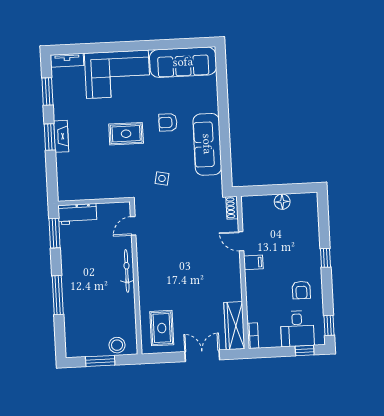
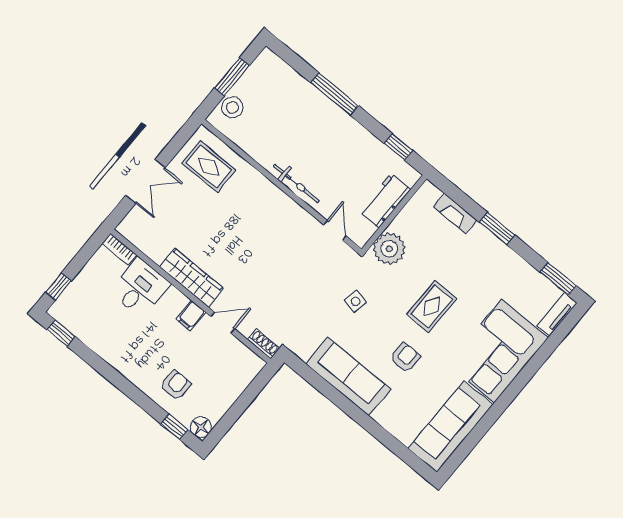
window: (47, 91) -> (558, 279), moved
fireplace: (61, 136) -> (455, 213), moved
plant: (116, 186) -> (389, 249), added
floor lamp: (282, 202) -> (201, 427), moved
workbench: (77, 214) -> (385, 200), moved
window: (55, 233) -> (398, 147), width x0.67
window: (326, 258) -> (174, 427), moved
armchair: (301, 290) -> (176, 385), moved, turned 90
wardrobe: (234, 326) -> (192, 278), moved
desk: (297, 329) -> (140, 288), moved, turned 90

